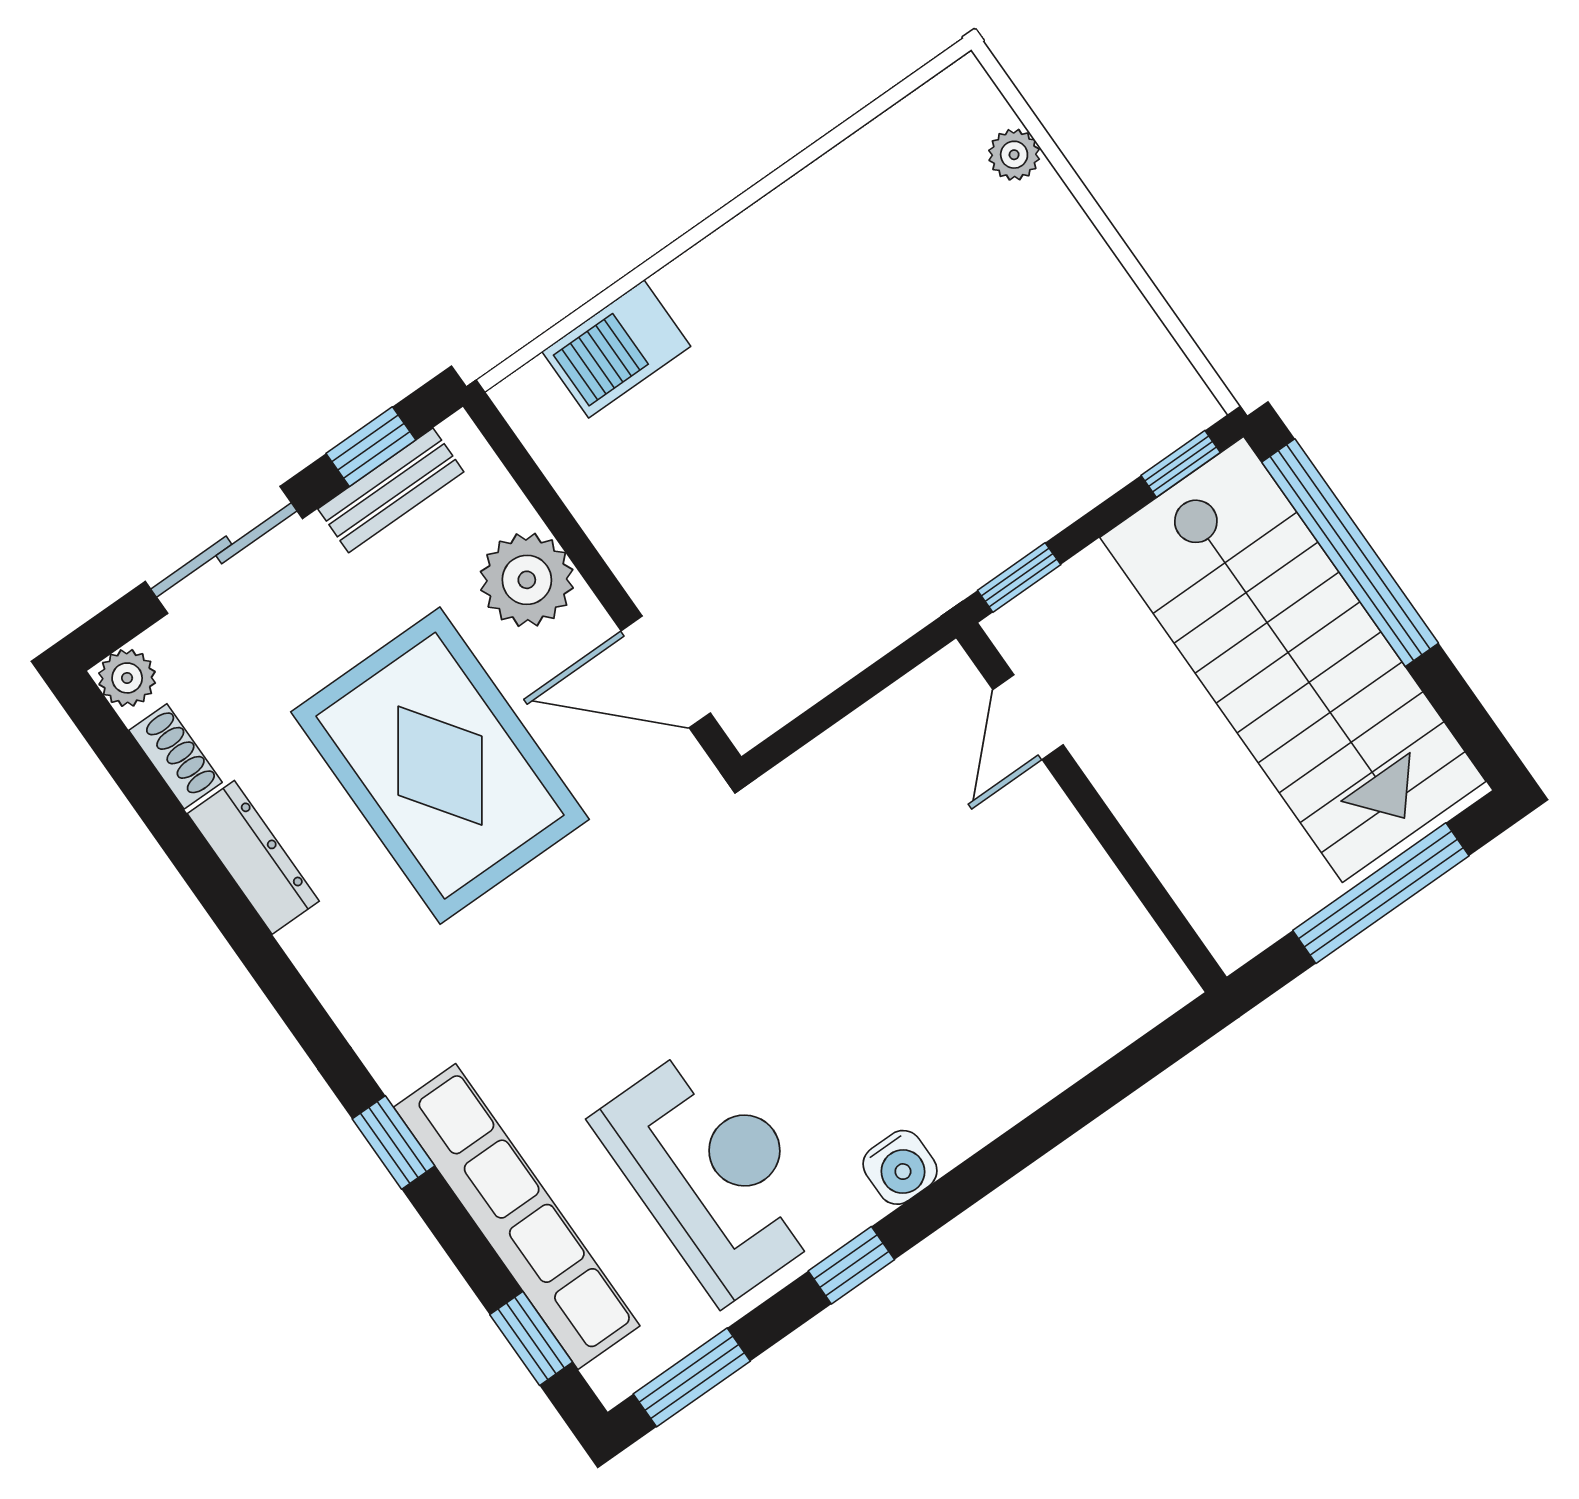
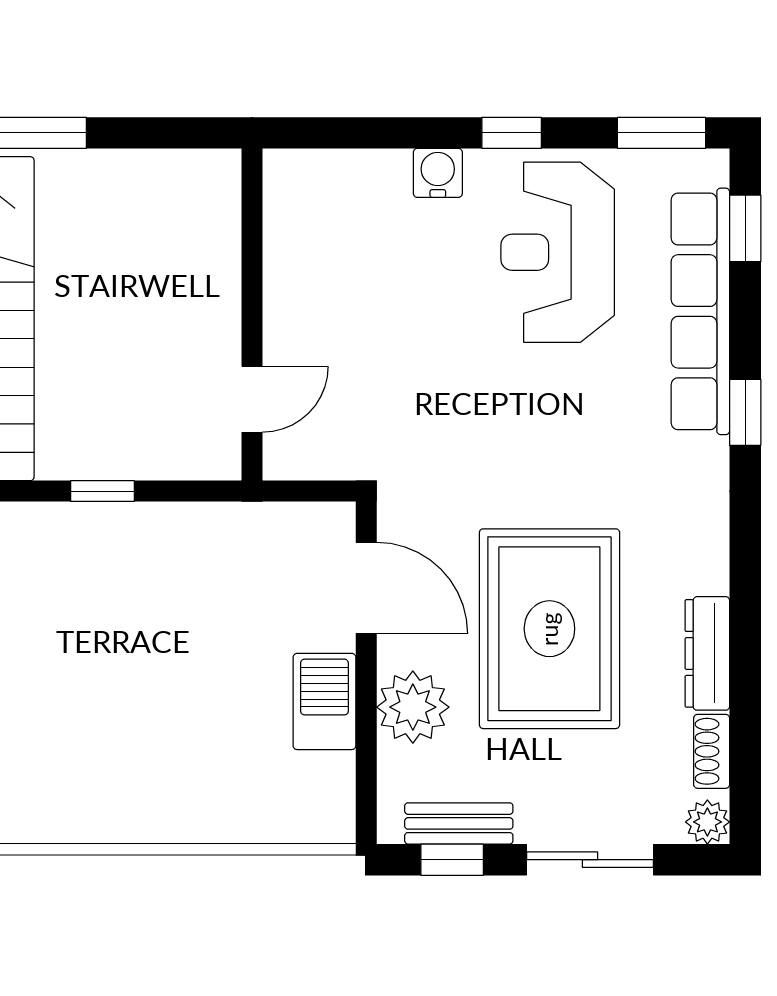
barbecue: (616, 349) -> (324, 701), moved, turned -90
door: (1028, 717) -> (252, 399), moved
wall: (1091, 807) -> (252, 315), moved

